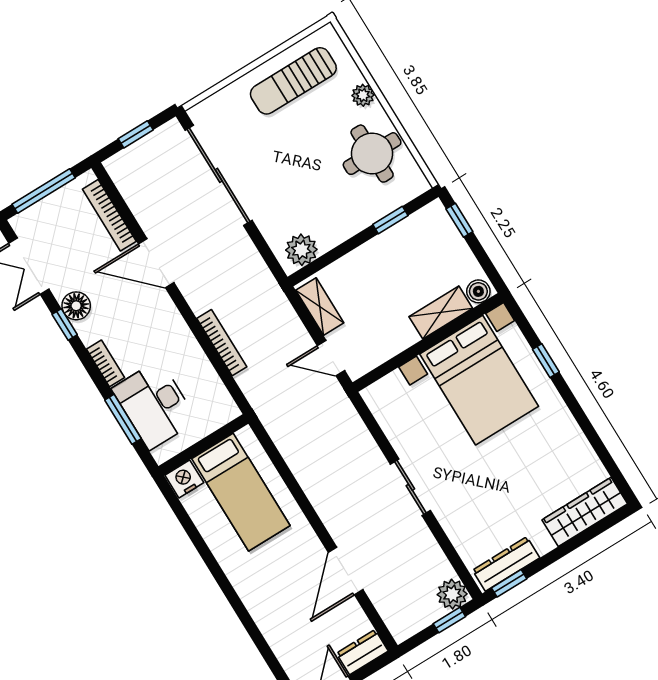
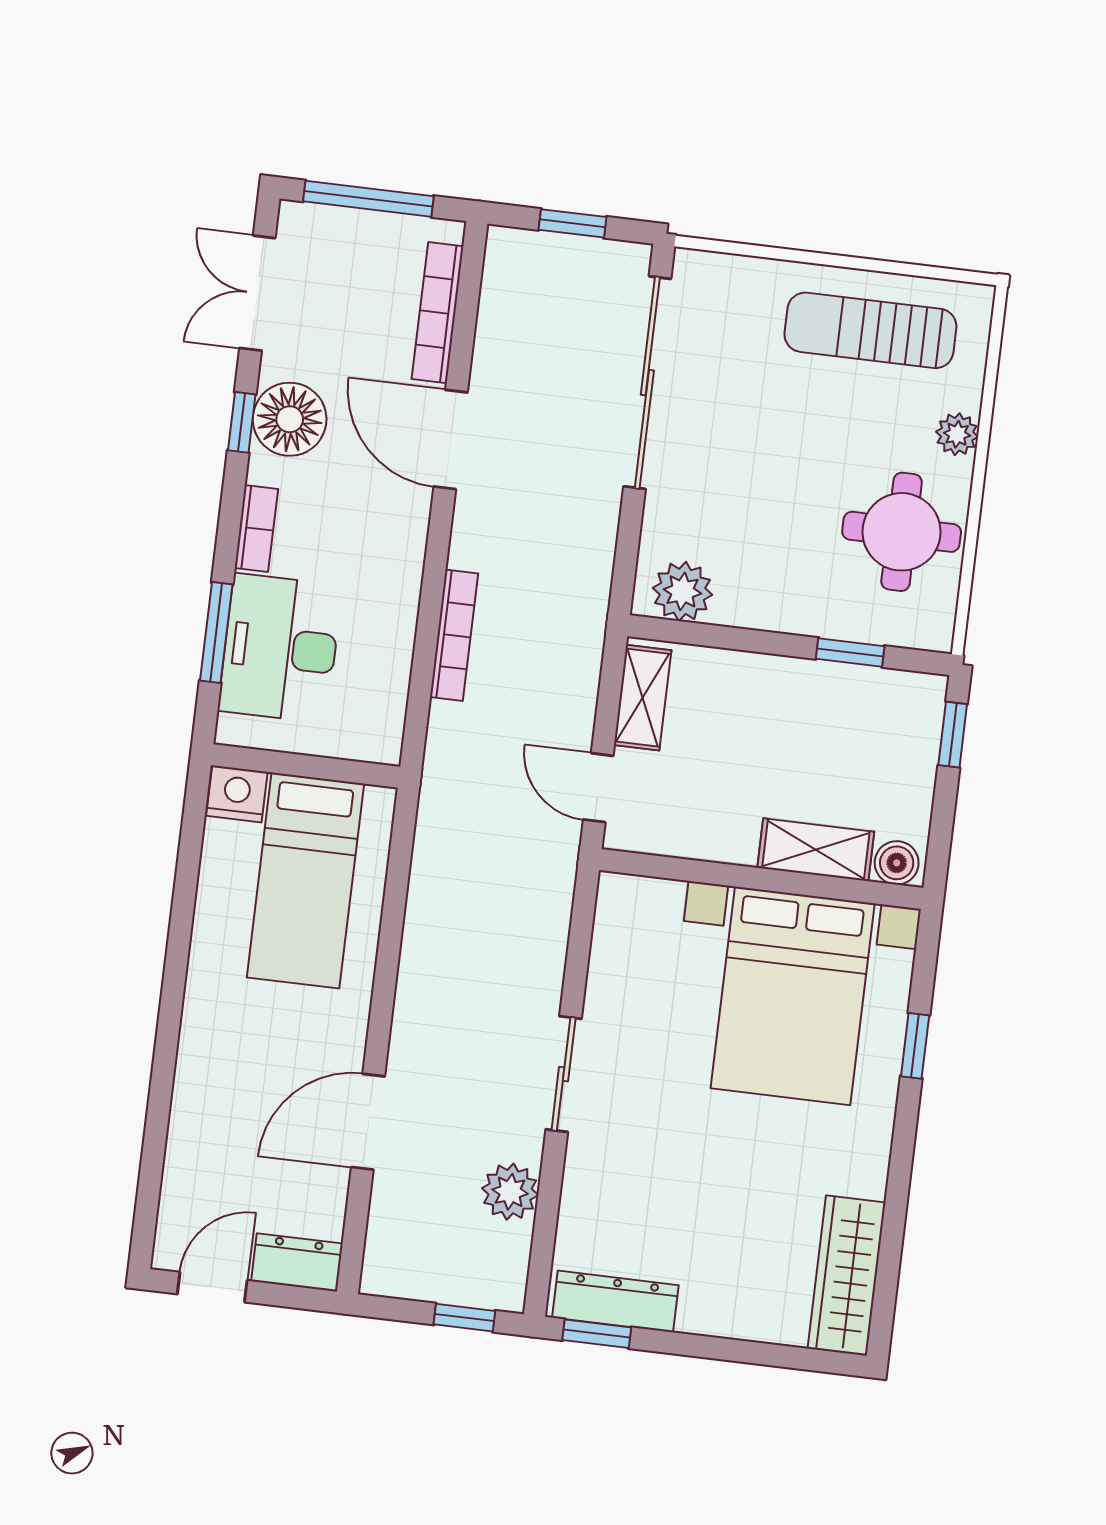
floor lamp: (76, 306) -> (290, 419), width x1.38, depth x1.38
wardrobe: (585, 512) -> (847, 1276), moved, turned -90
plant: (452, 594) -> (510, 1192), moved

